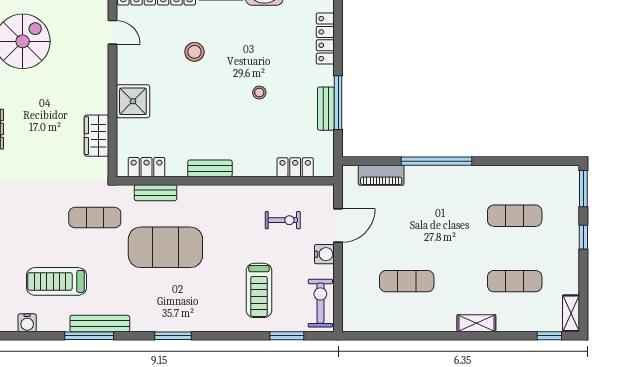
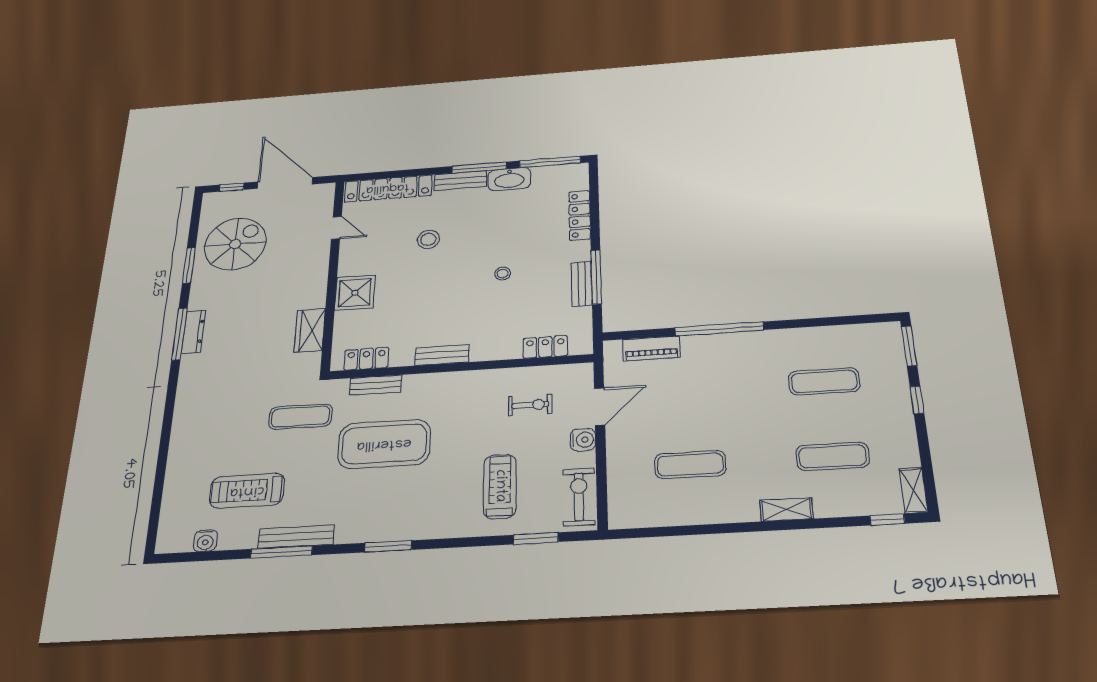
treadmill: (259, 290) -> (500, 486), turned 180

